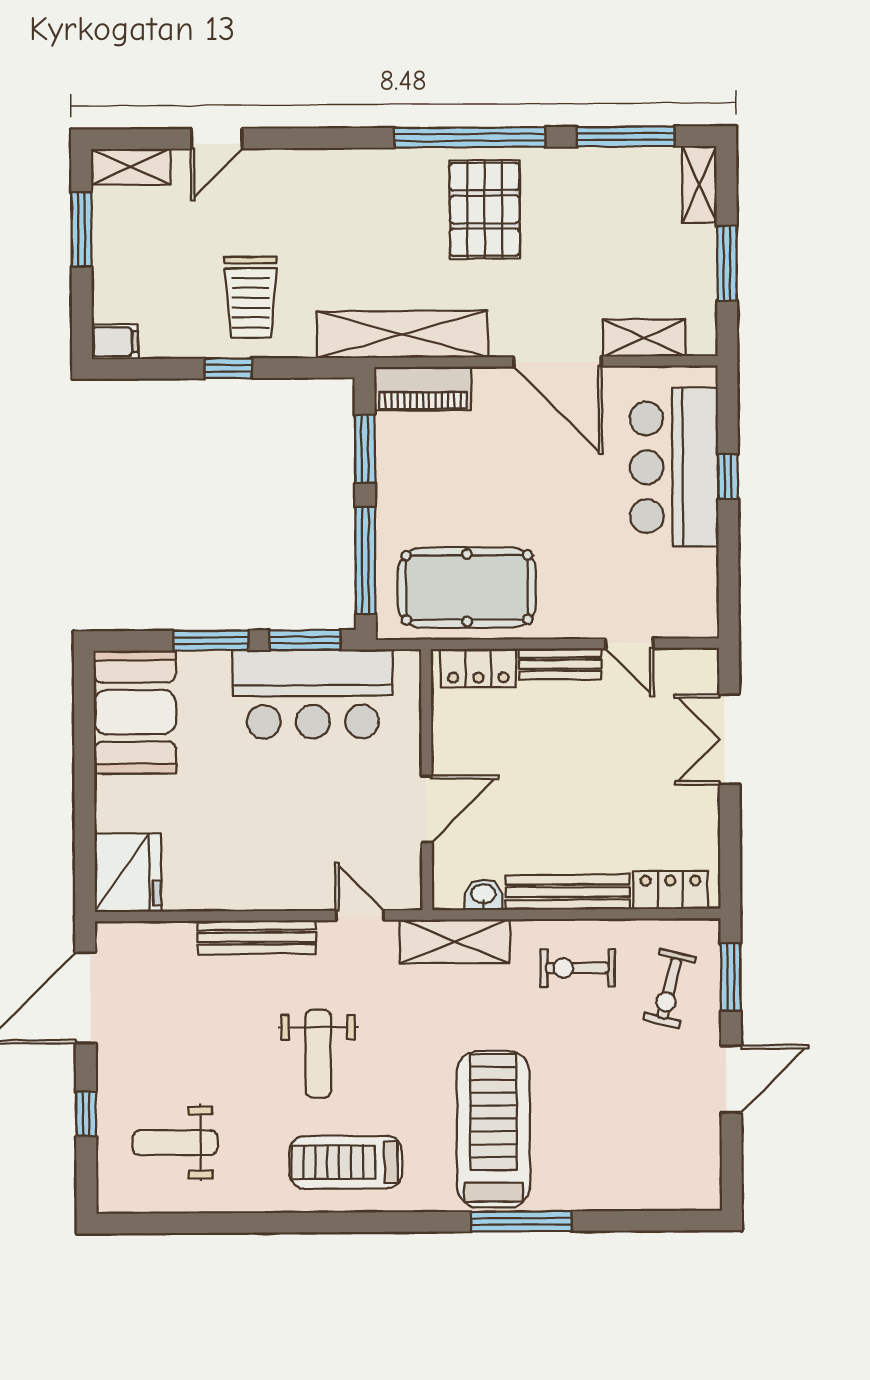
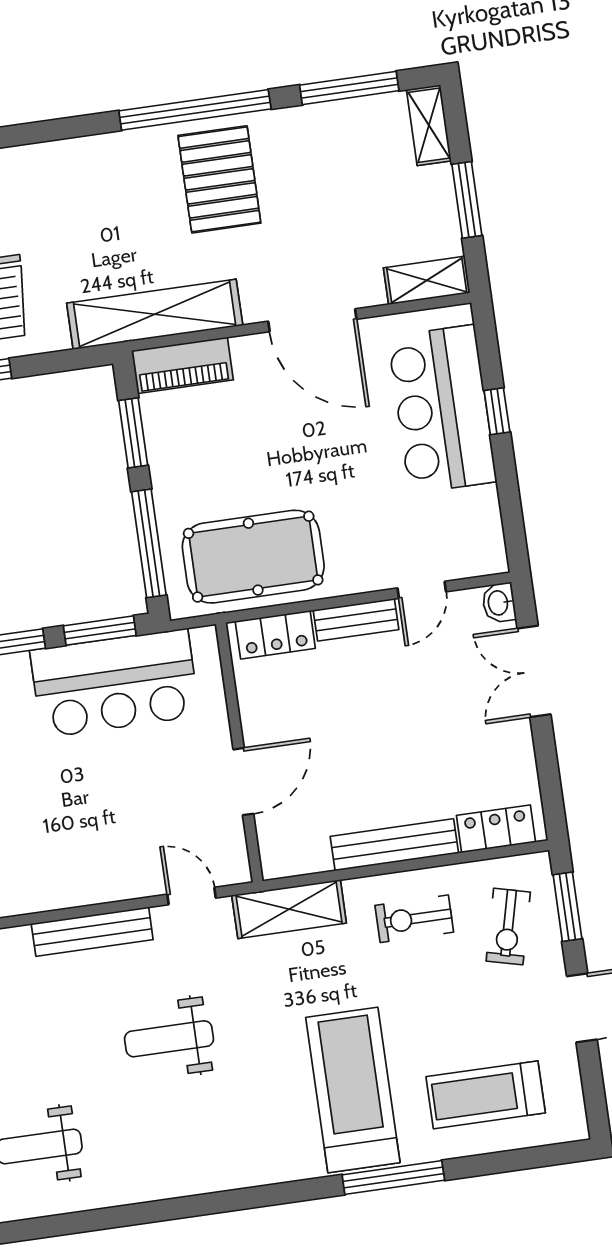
shelving: (644, 338) -> (427, 280), moved
door: (629, 643) -> (422, 590), hinge flipped
washbasin: (483, 895) -> (499, 603), moved, turned -90
weight bench: (318, 1054) -> (169, 1039), turned 90
treadmill: (346, 1162) -> (486, 1095), moved

